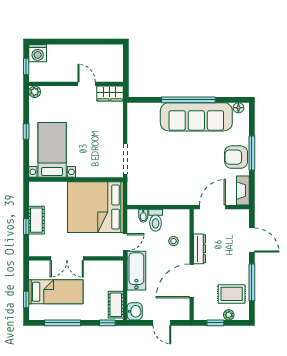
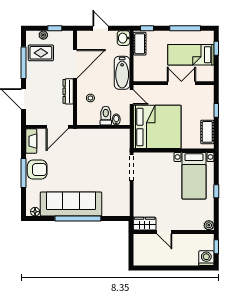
cot: (36, 220) -> (207, 132), moved
door: (125, 242) -> (132, 97), swing flipped

